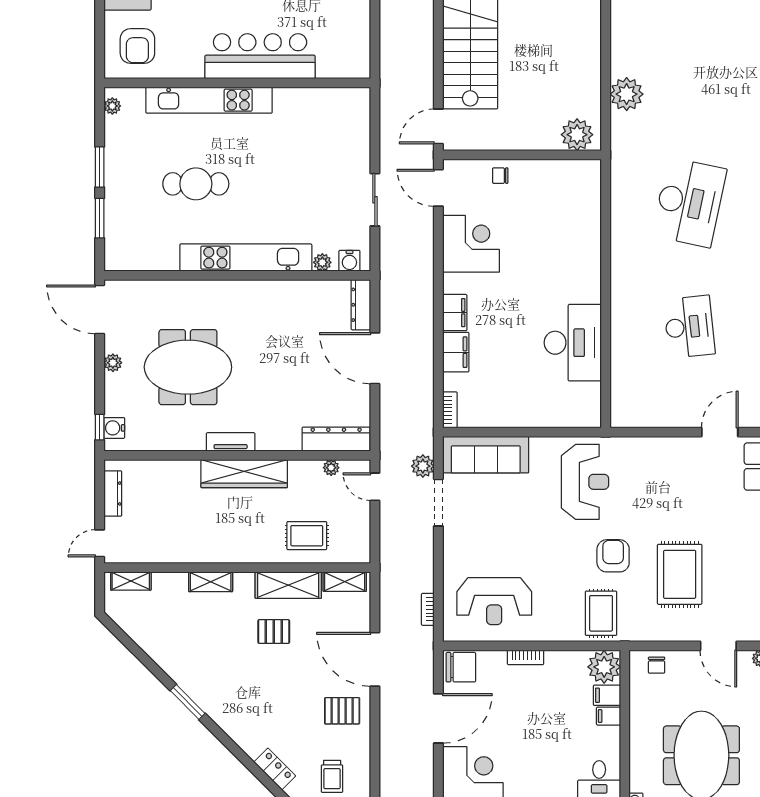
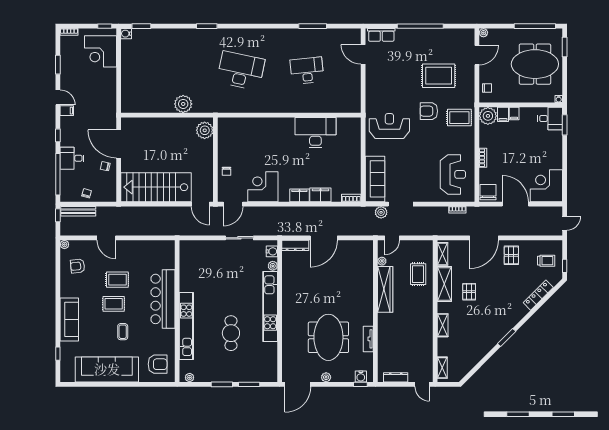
dresser: (336, 439) -> (367, 258), removed
tv unit: (231, 442) -> (368, 339), moved
wardrobe: (244, 474) -> (385, 289), moved
locker: (275, 769) -> (538, 295), width x1.53

